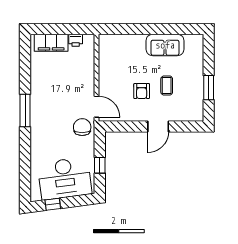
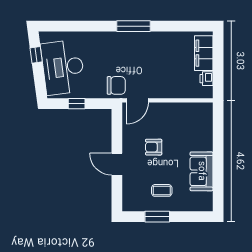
coffee table: (167, 86) -> (162, 190), moved

